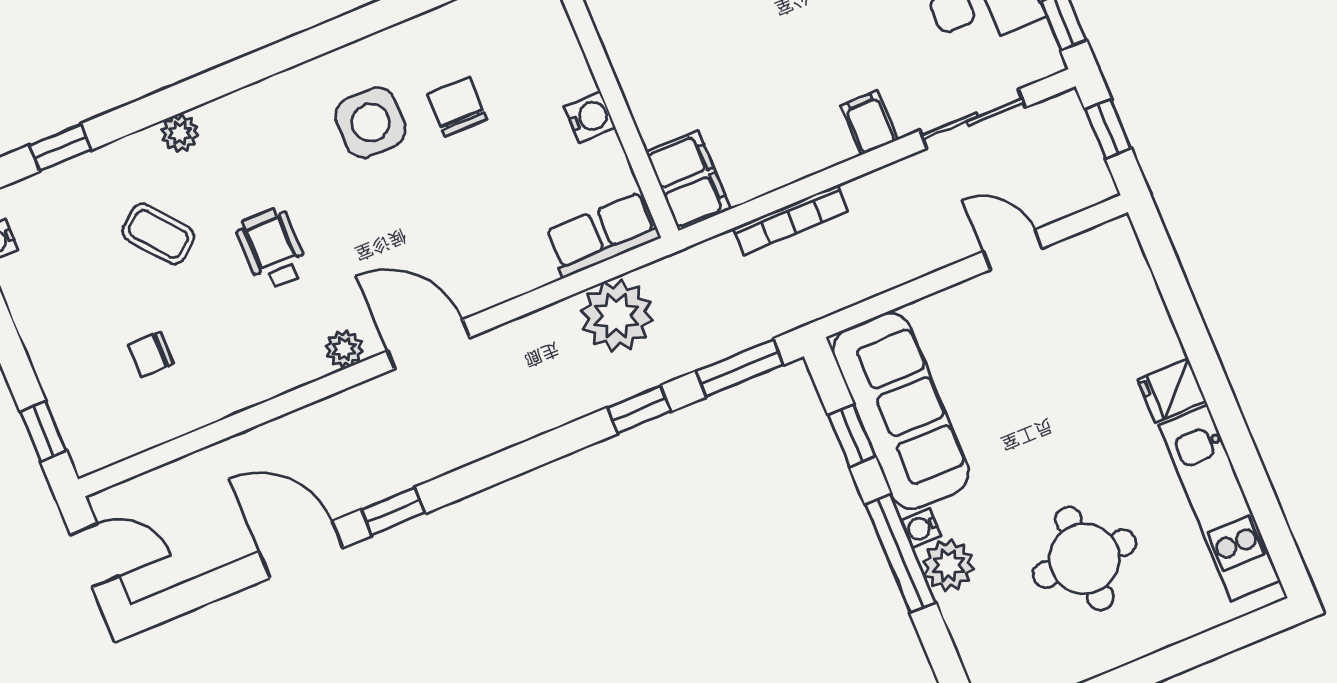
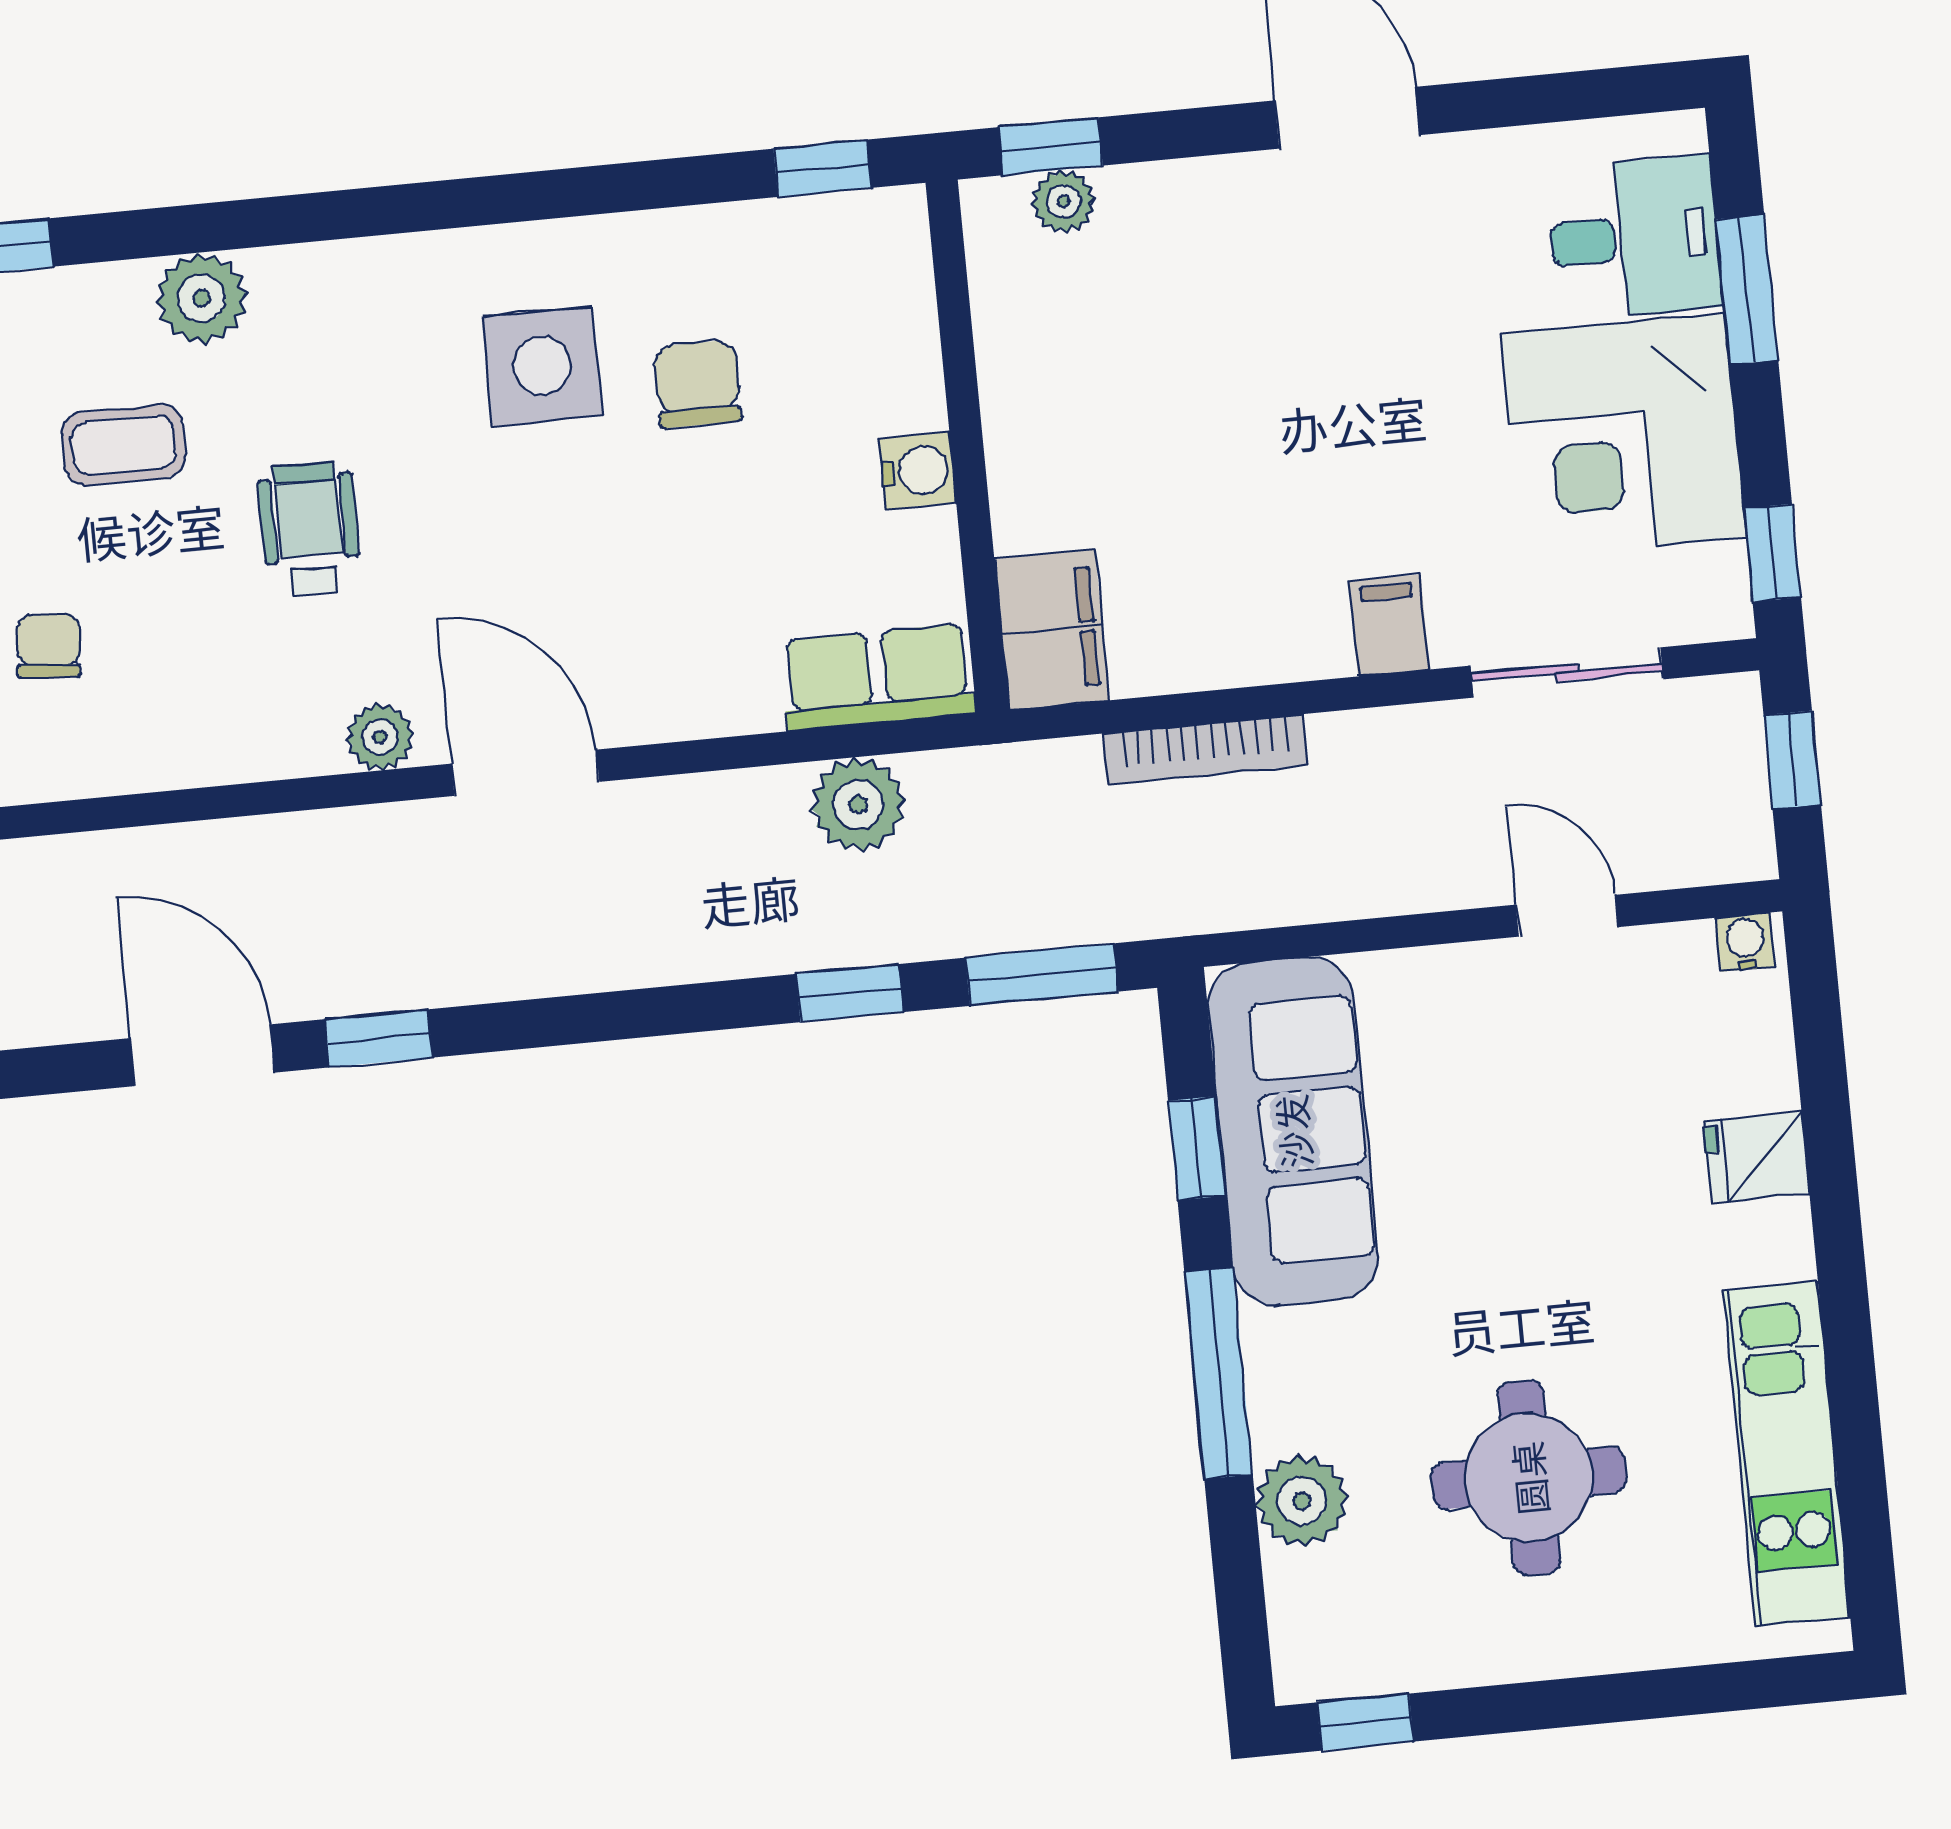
plant: (180, 133) -> (201, 298), width x1.38, depth x1.38
coffee table: (158, 234) -> (124, 445), turned -51
plant: (617, 316) -> (858, 805), width x0.73, depth x0.73
chair: (151, 354) -> (48, 646), turned 95
fridge: (1172, 391) -> (1757, 1157), moved
water cooler: (921, 528) -> (1745, 942), moved, turned 90
plant: (948, 565) -> (1302, 1501), moved

